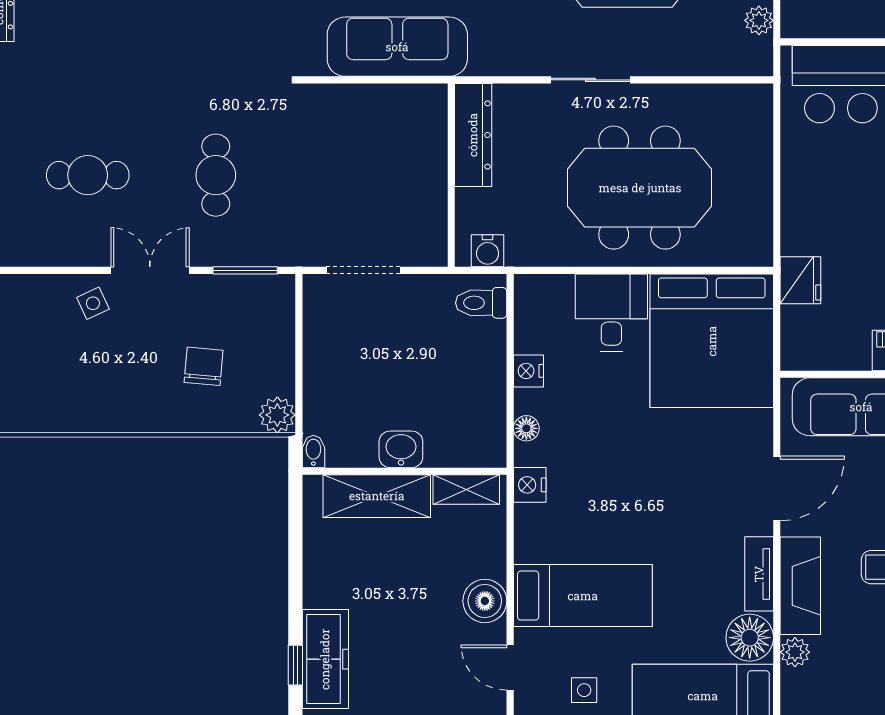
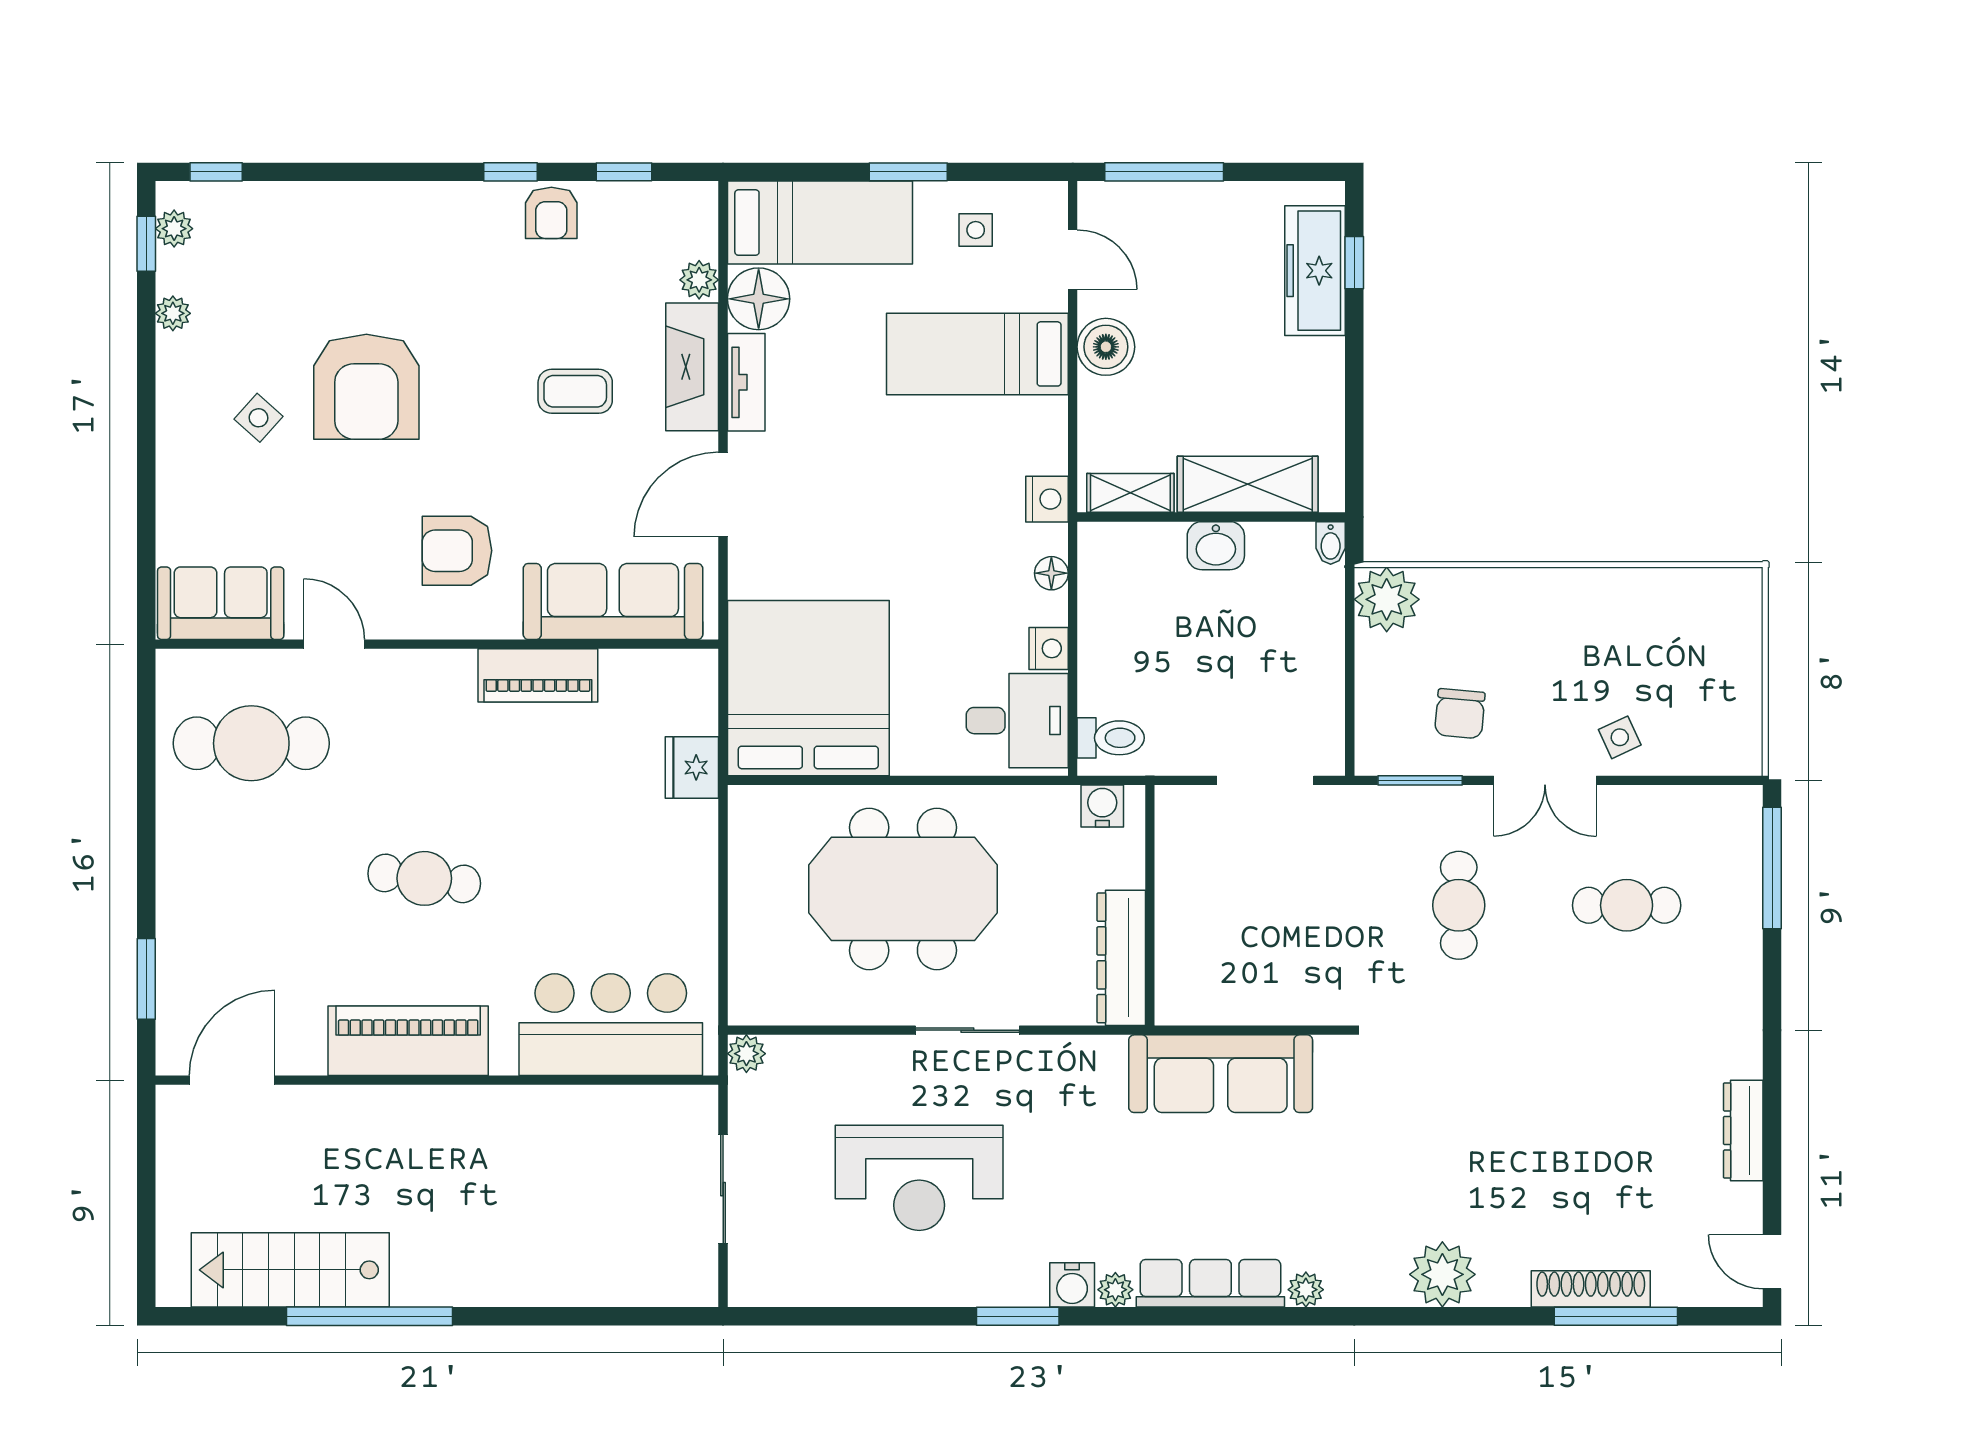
plant: (759, 20) -> (746, 1054), moved
desk: (611, 313) -> (1017, 721), moved, turned -90
chair: (204, 366) -> (1460, 714), moved
plant: (277, 415) -> (1387, 599), width x1.36, depth x1.36

